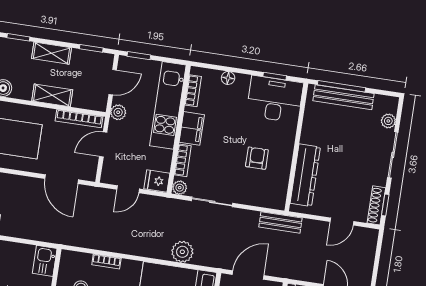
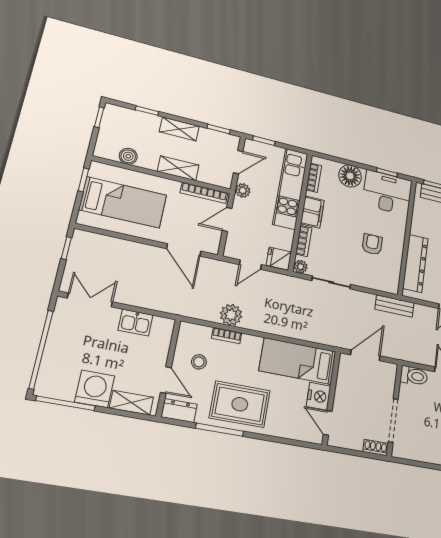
floor lamp: (228, 78) -> (350, 176), width x1.89, depth x1.89
plant: (182, 252) -> (231, 315), moved
kitchen sink: (45, 261) -> (135, 323), moved, turned -90

